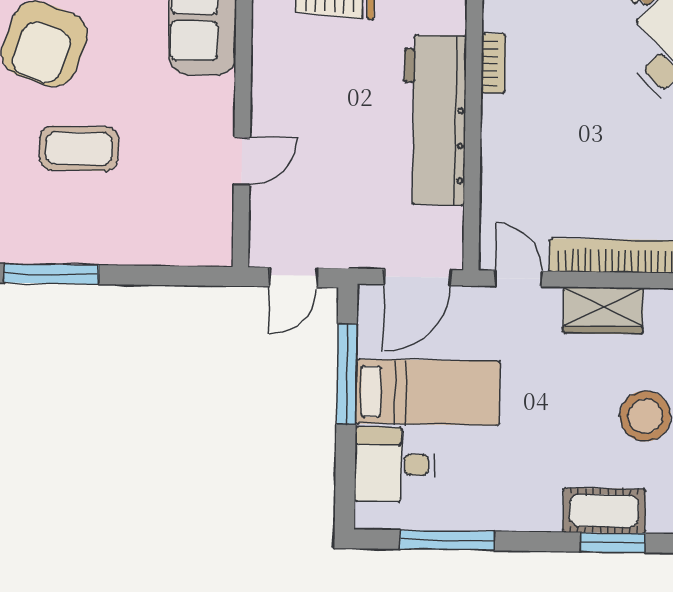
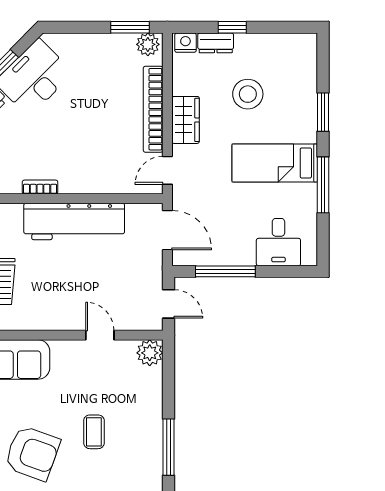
coffee table: (79, 148) -> (94, 432), width x0.73, depth x0.77
plant: (211, 244) -> (150, 353), added
bed: (428, 392) -> (275, 163), moved, turned -90
cot: (604, 511) -> (304, 118), removed
window: (447, 540) -> (323, 185), moved

